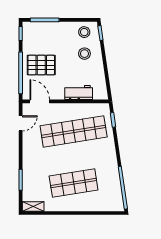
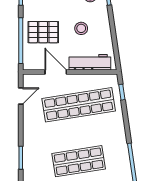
stool: (84, 54) -> (81, 28), moved
workbench: (79, 93) -> (90, 62), width x1.37
door: (40, 101) -> (56, 72), moved

